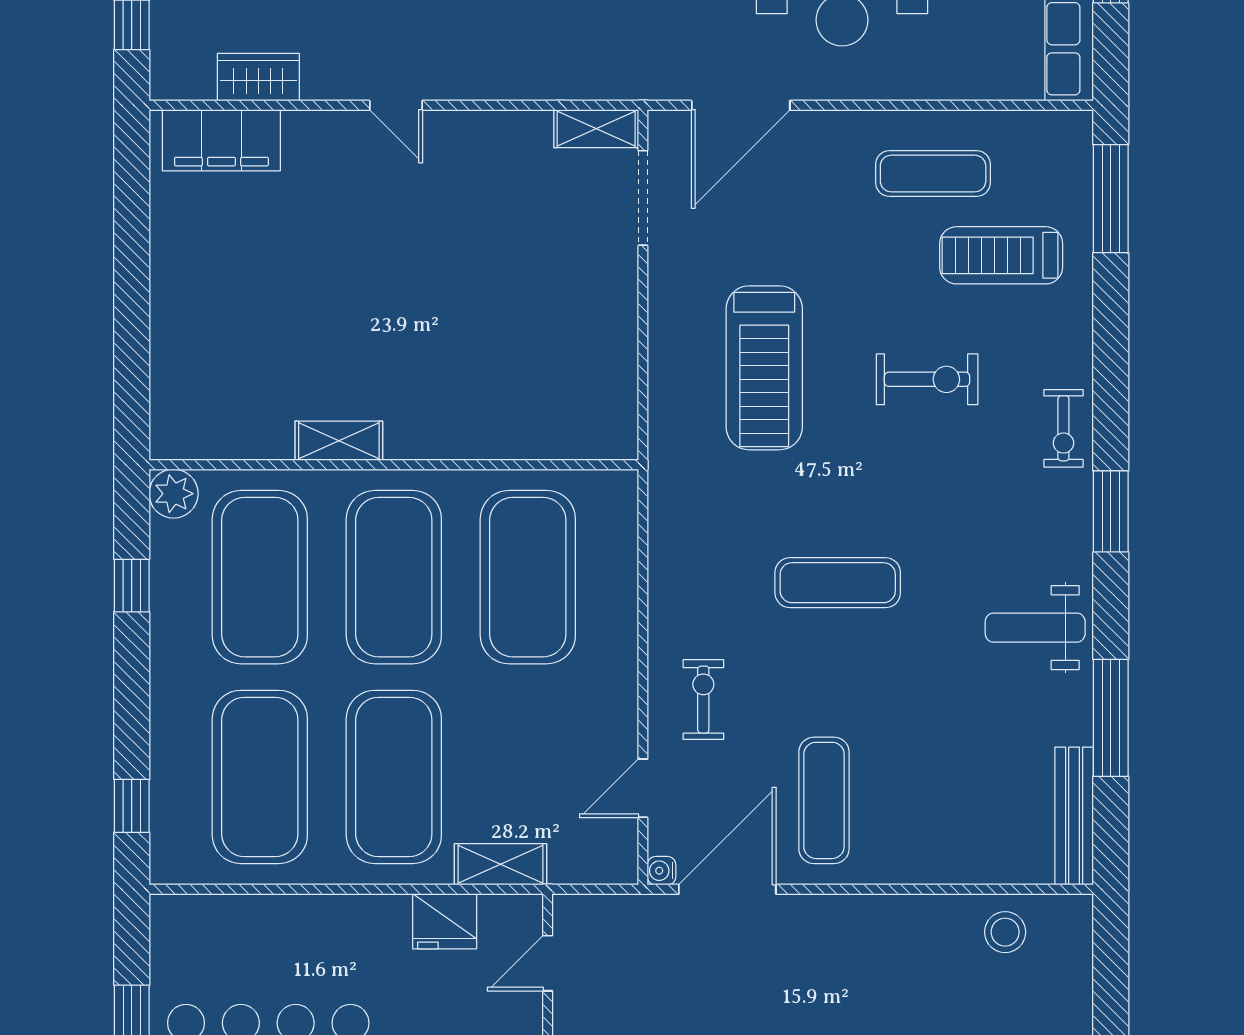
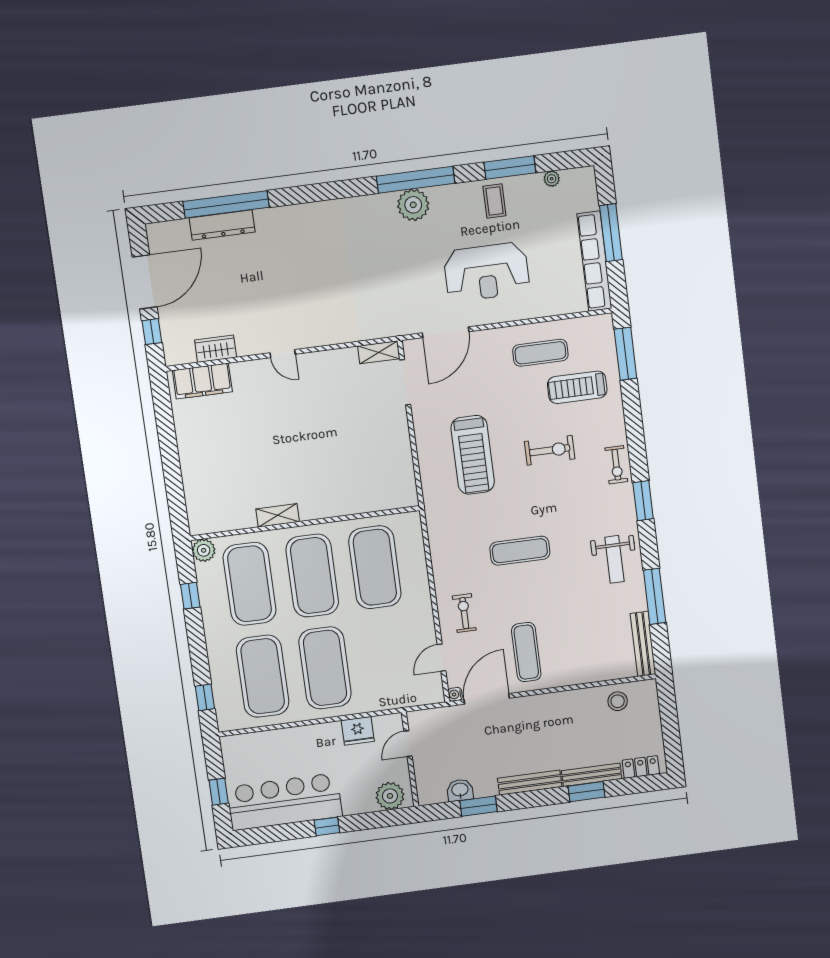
weight bench: (1035, 628) -> (614, 559), turned -90
shelving: (500, 864) -> (380, 701), removed

